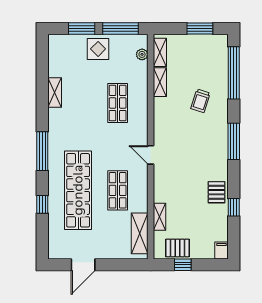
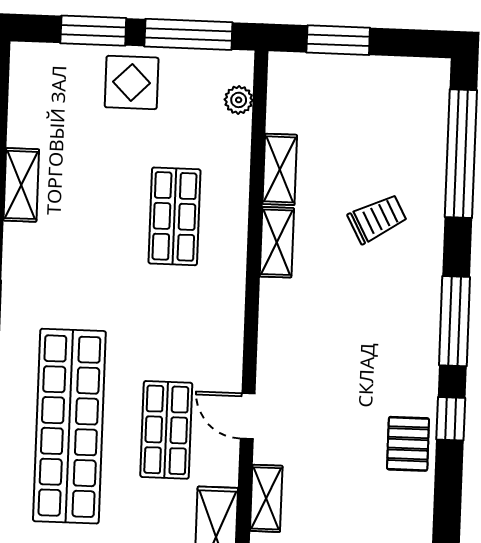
window: (200, 28) -> (338, 40), moved
shelving: (160, 52) -> (277, 242), moved
trolley: (200, 101) -> (377, 219), turned -136
door: (151, 155) -> (248, 416), moved
window: (234, 207) -> (451, 419), moved

